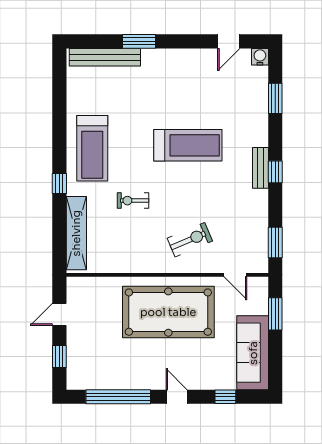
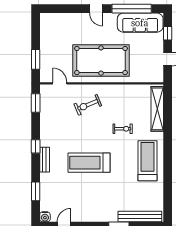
bench: (261, 168) -> (45, 160), moved
window: (59, 184) -> (168, 139), removed
sofa: (253, 353) -> (140, 23), moved, turned 90
window: (225, 397) -> (66, 9), removed

